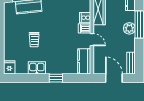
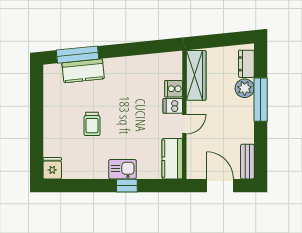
plant: (129, 28) -> (245, 88), moved
door: (92, 40) -> (184, 124), hinge flipped
kitchen sink: (37, 68) -> (122, 169), moved

